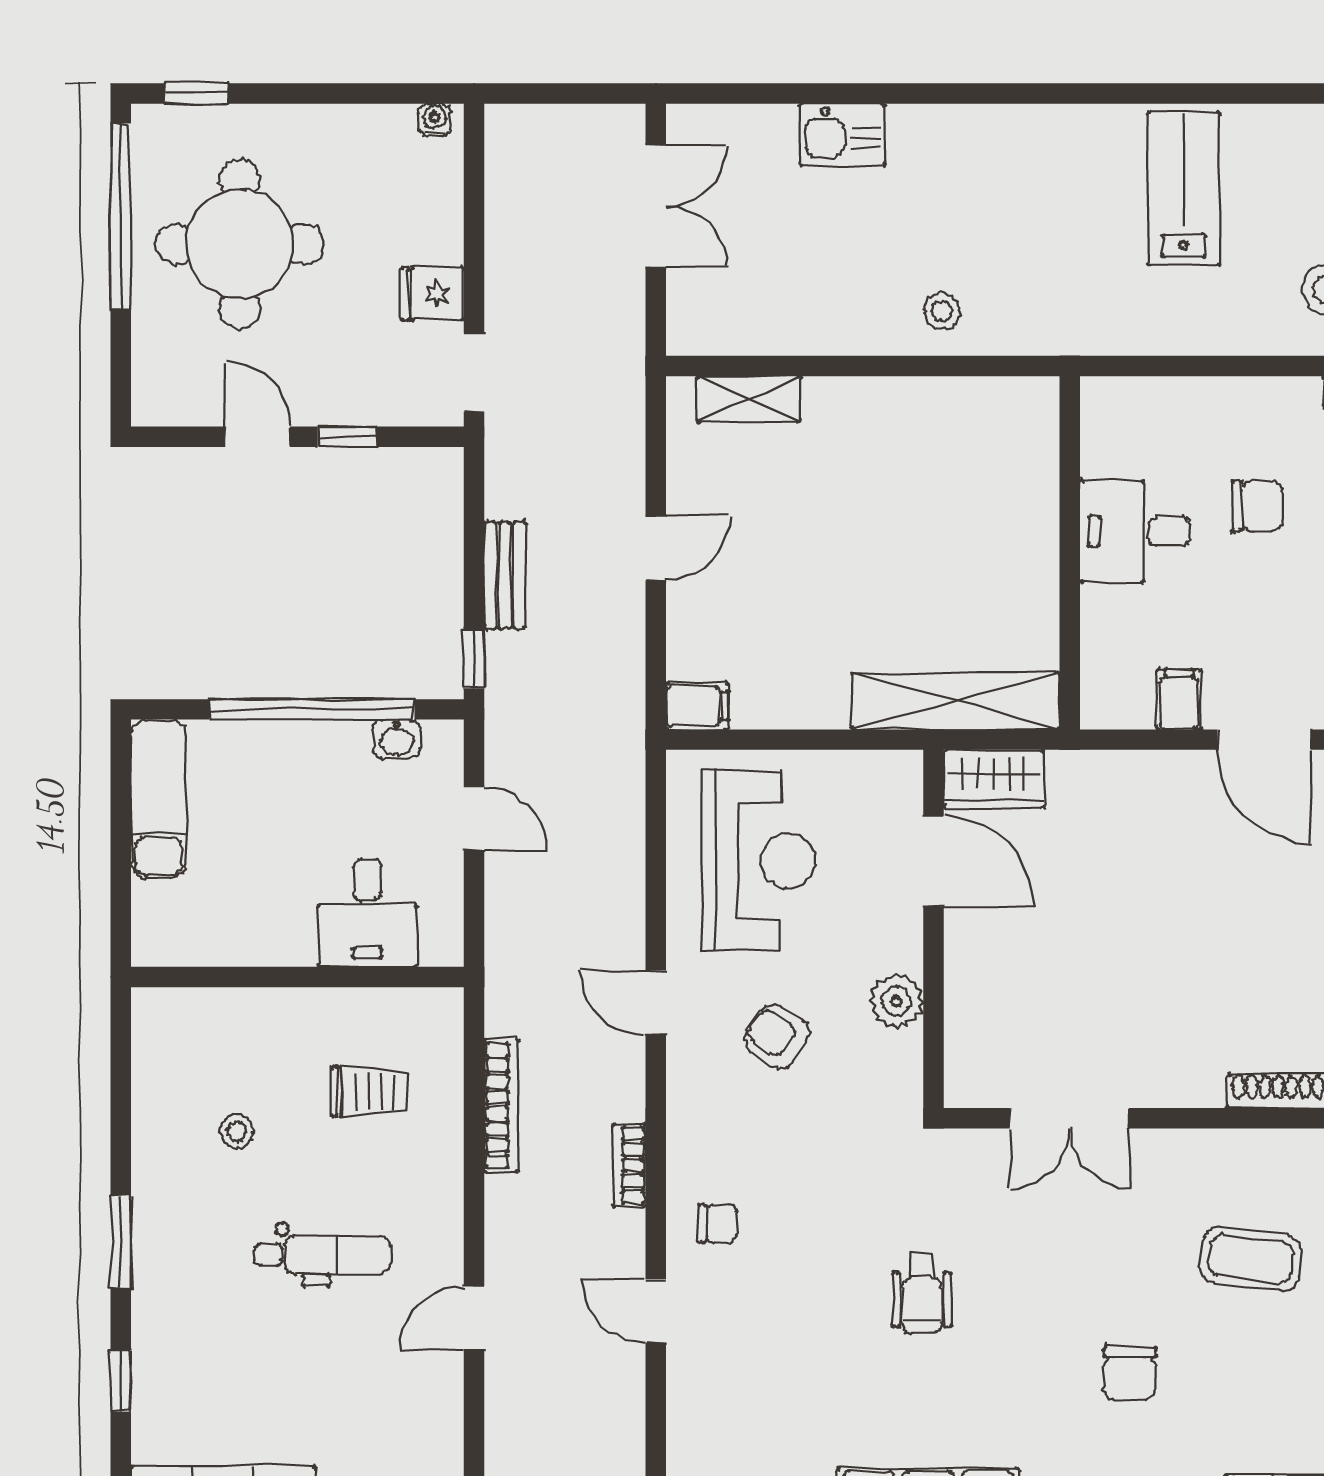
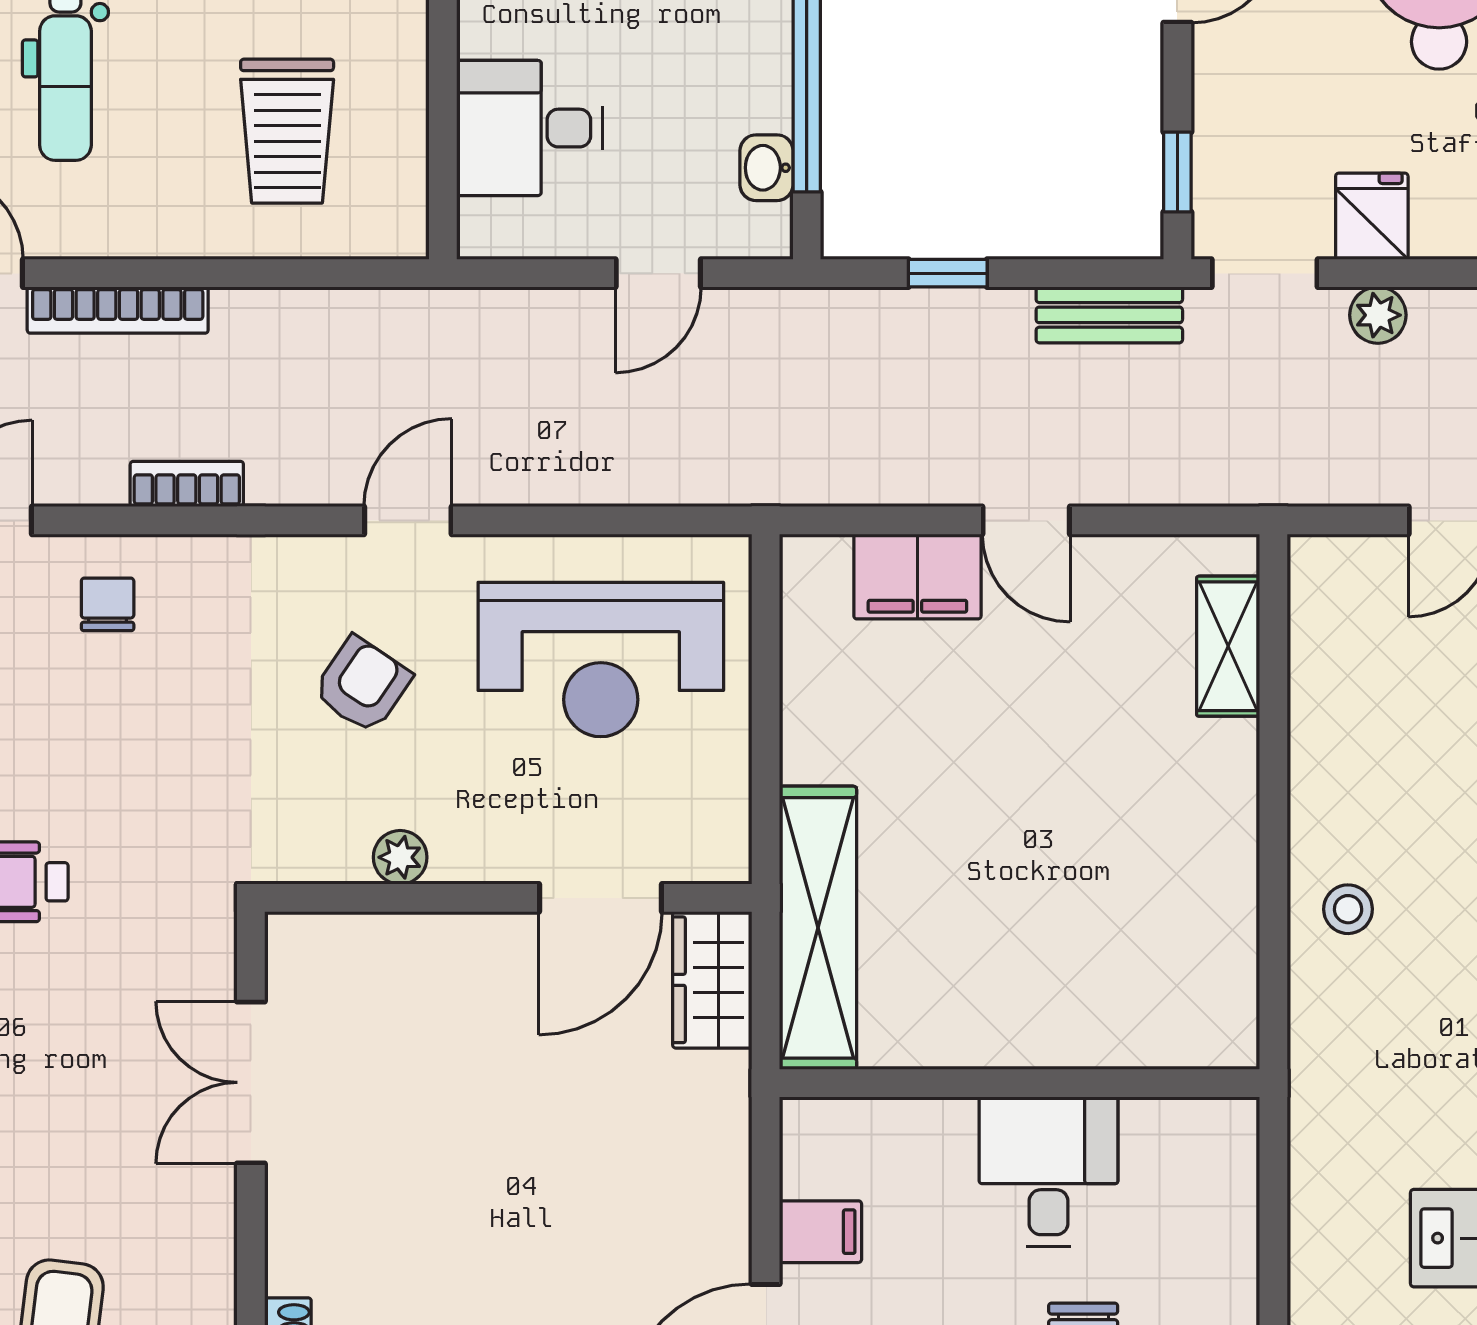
plant: (505, 289) -> (1378, 315), added
window: (347, 437) -> (1177, 172), moved
bench: (505, 575) -> (1109, 315), moved
window: (474, 659) -> (948, 273), moved
filing cabinet: (697, 706) -> (917, 576), moved, width x2.00
plant: (896, 1001) -> (400, 857), width x0.73, depth x0.73
trolley: (370, 1092) -> (287, 131), width x1.36, depth x1.39
bookcase: (501, 1106) -> (118, 310), moved
chair: (718, 1224) -> (108, 604), turned 180

